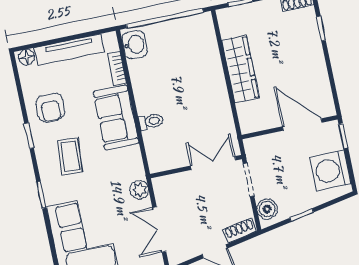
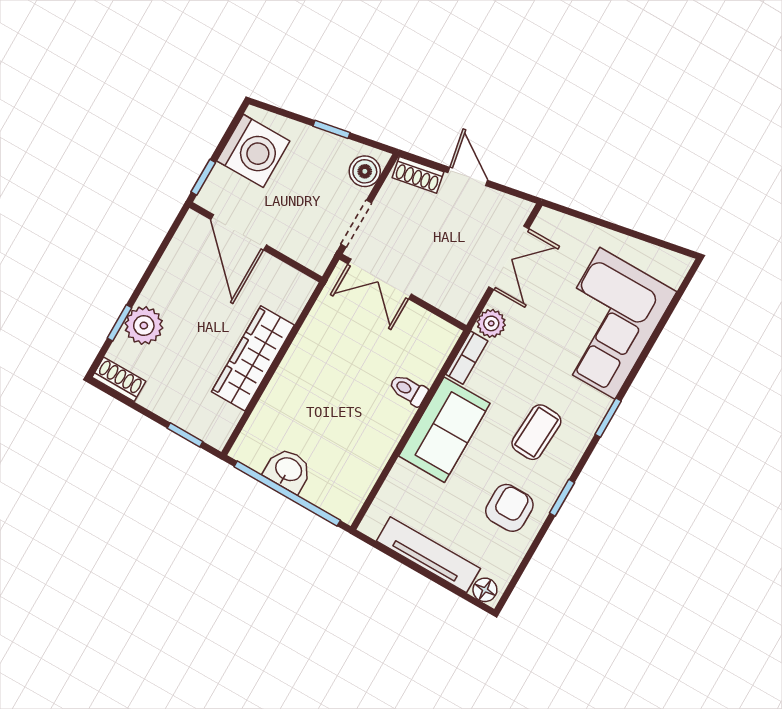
plant: (308, 38) -> (144, 326), added
washbasin: (135, 45) -> (288, 470), moved, turned 90
bookcase: (117, 68) -> (467, 358), moved

